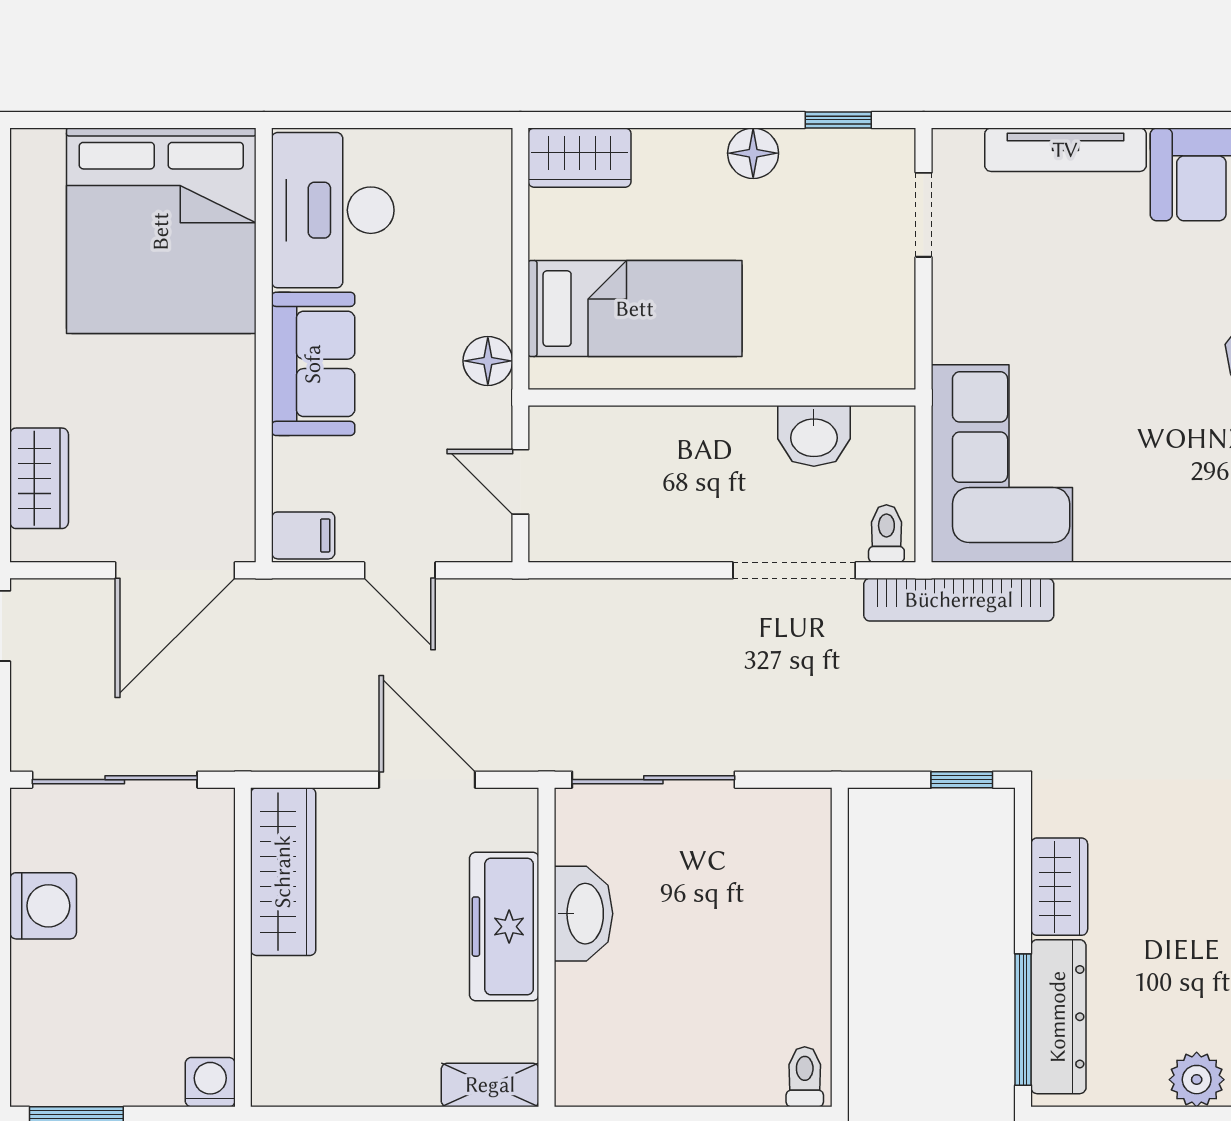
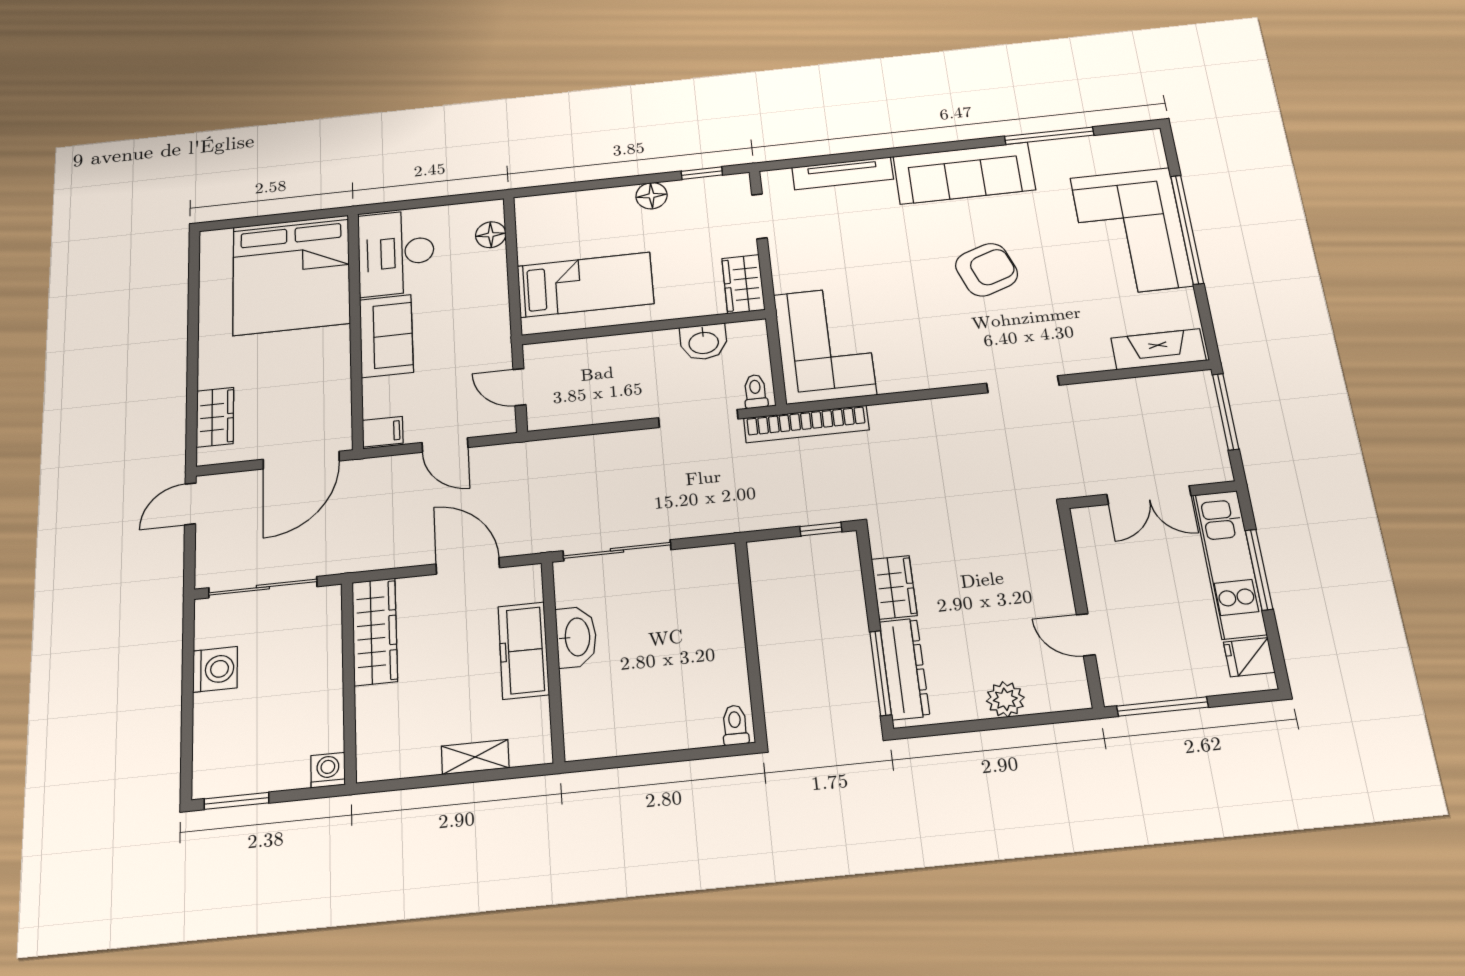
wardrobe: (580, 158) -> (743, 284), moved, turned 90
floor lamp: (488, 361) -> (491, 235), moved
shelving: (490, 1085) -> (475, 757), moved

